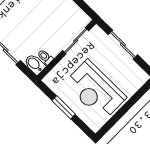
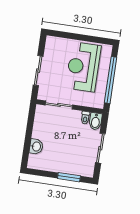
reception desk: (95, 90) -> (83, 67), turned 180
window: (64, 107) -> (111, 80), width x2.11

